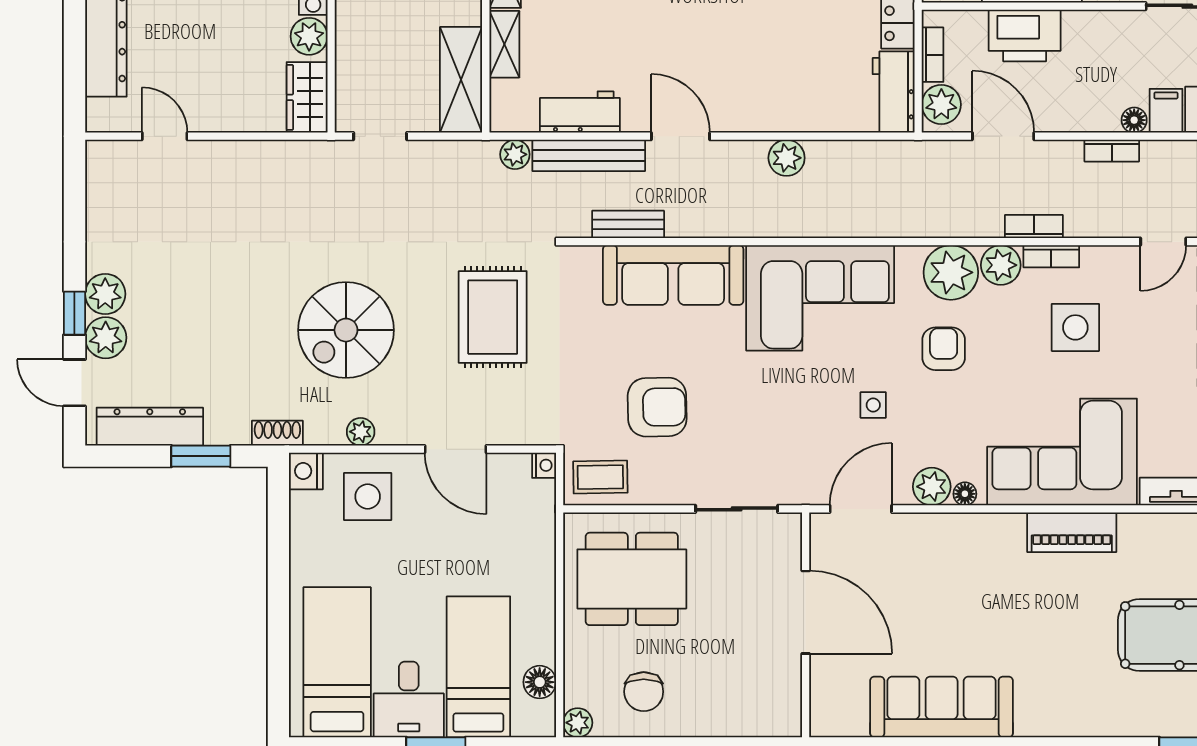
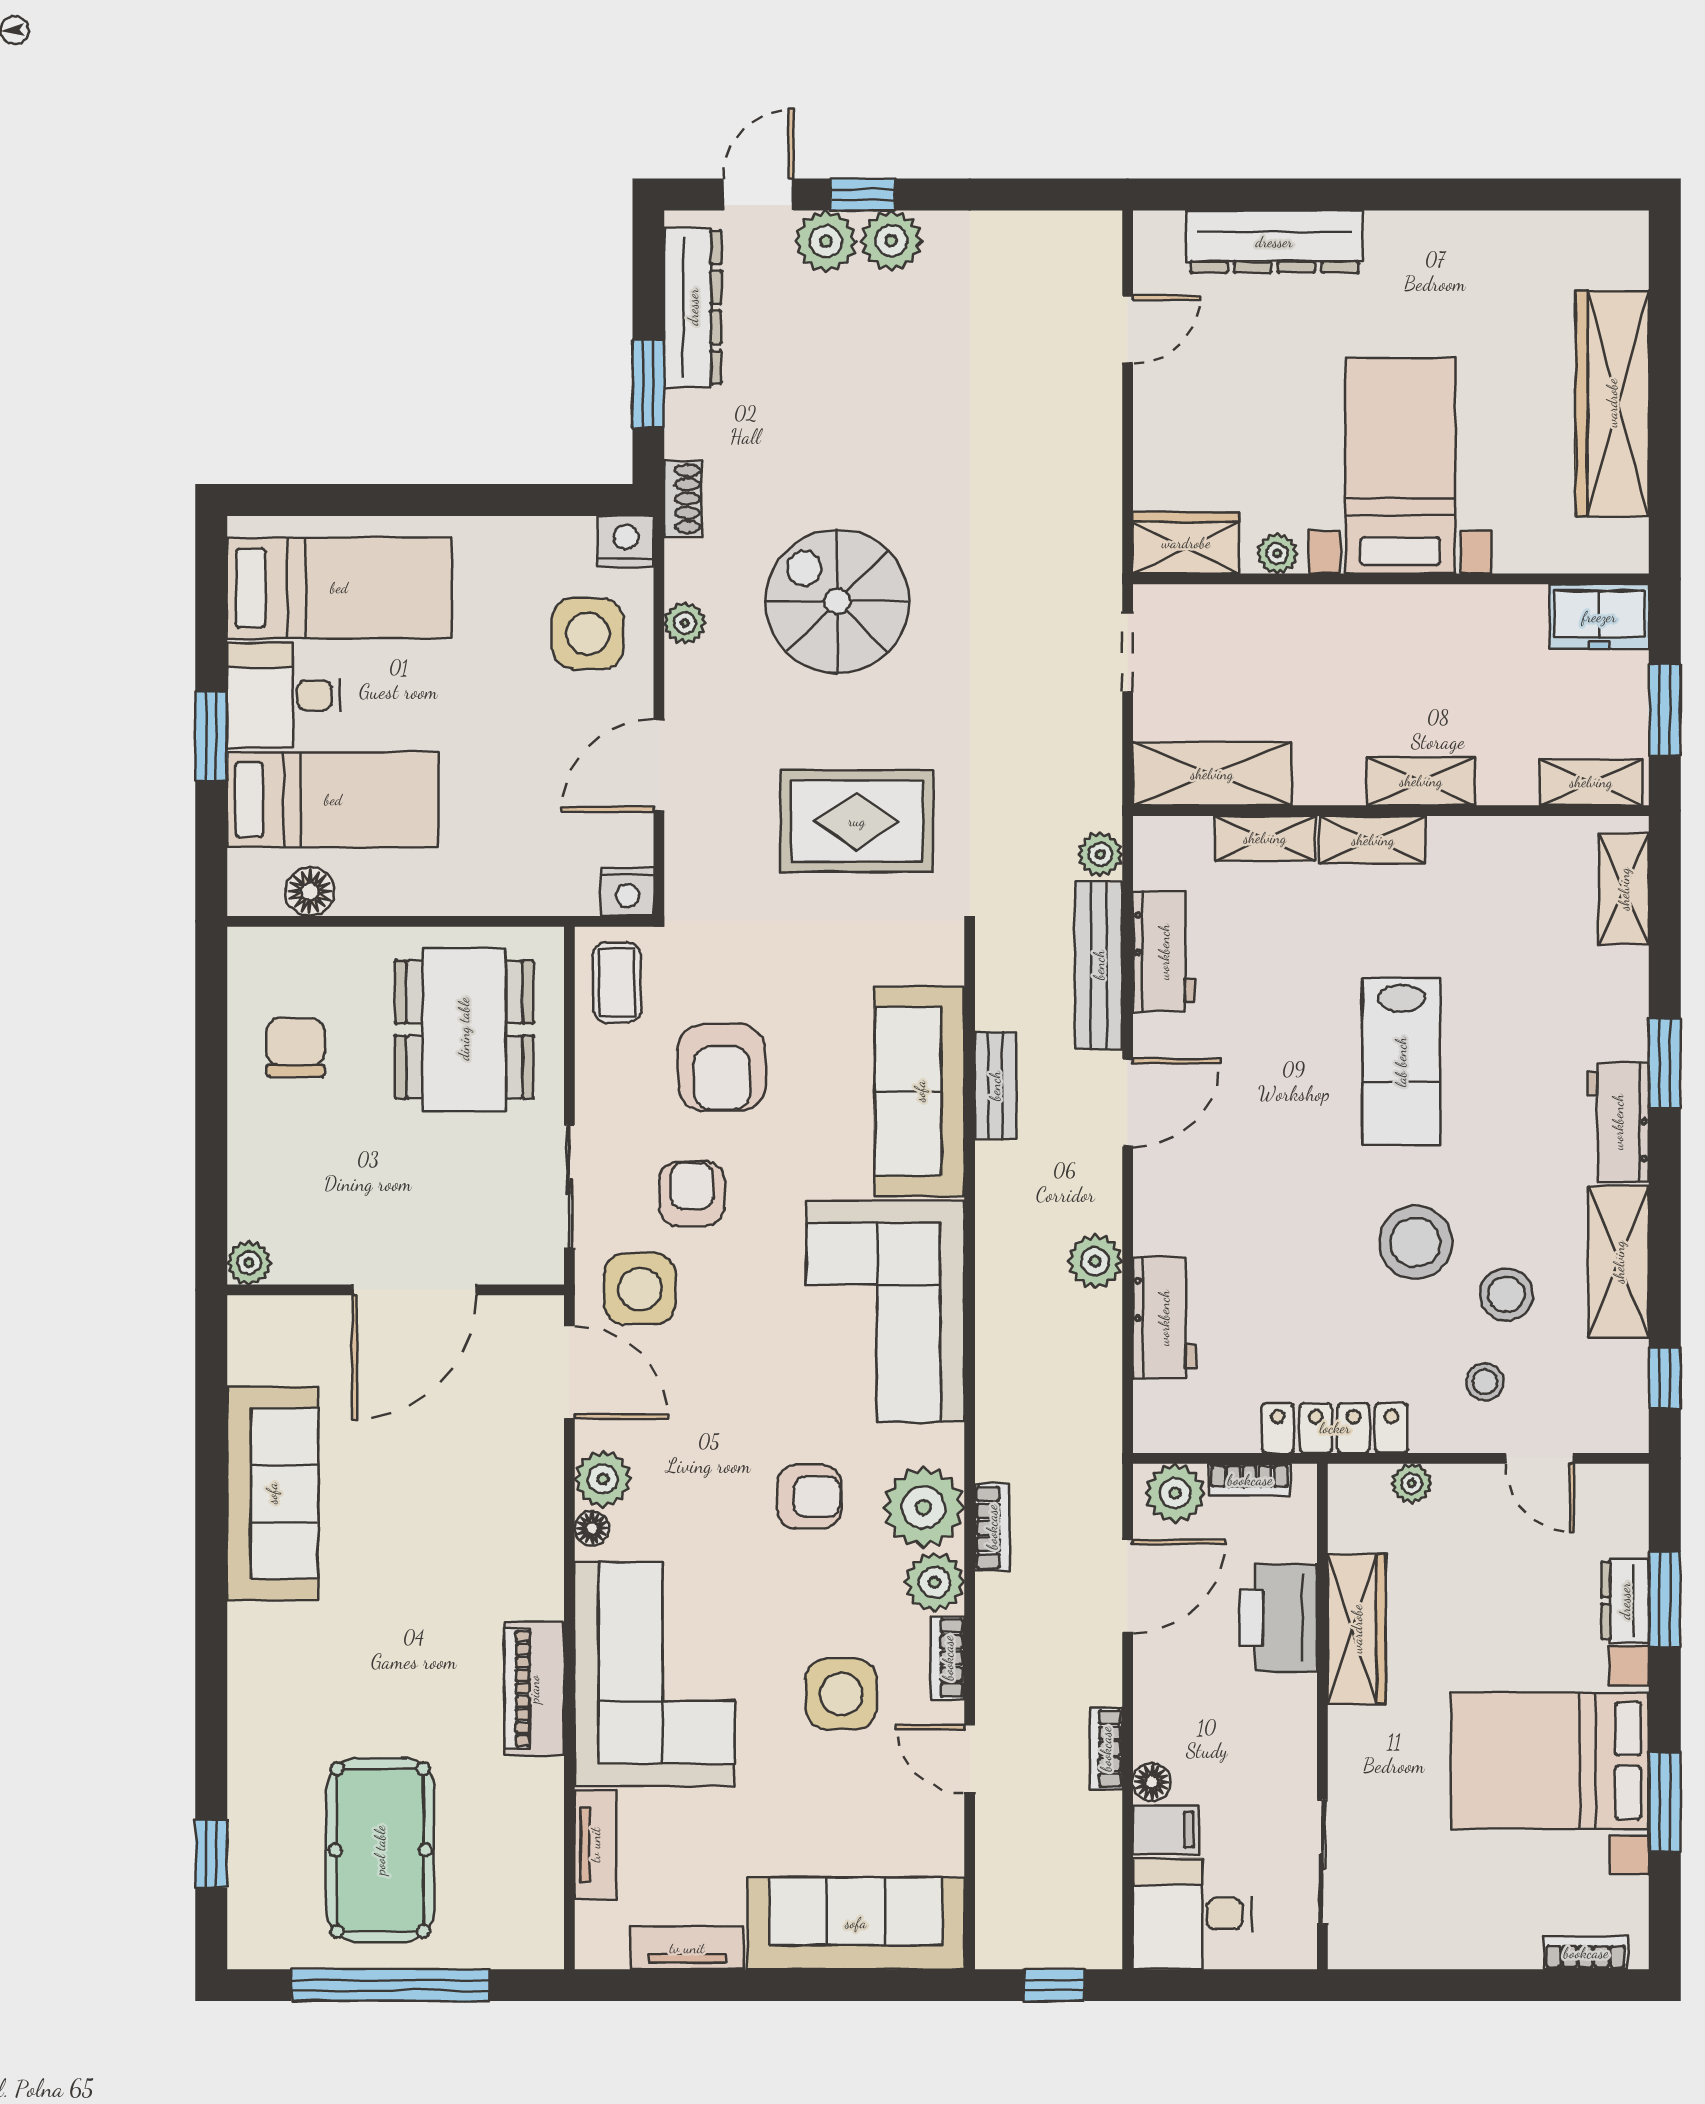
plant: (309, 36) -> (1277, 554), width x0.73, depth x0.73
workbench: (894, 92) -> (1164, 1318), moved, turned 90
bench: (628, 224) -> (995, 1086), moved
bookcase: (1034, 227) -> (992, 1527), moved
door: (1163, 242) -> (970, 1759), moved
side table: (873, 405) -> (640, 1289), moved, width x1.87, depth x1.87
armchair: (742, 427) -> (692, 1194), added
nightstand: (544, 465) -> (627, 892), width x1.39, depth x1.35
chair: (644, 692) -> (295, 1047), turned 90
plant: (578, 723) -> (249, 1263), moved

